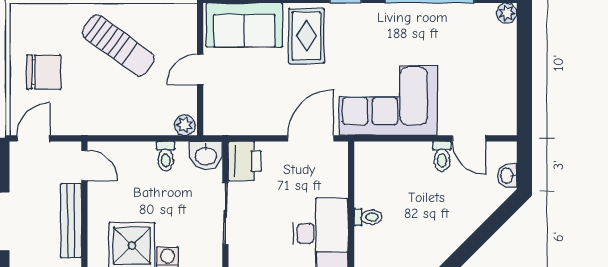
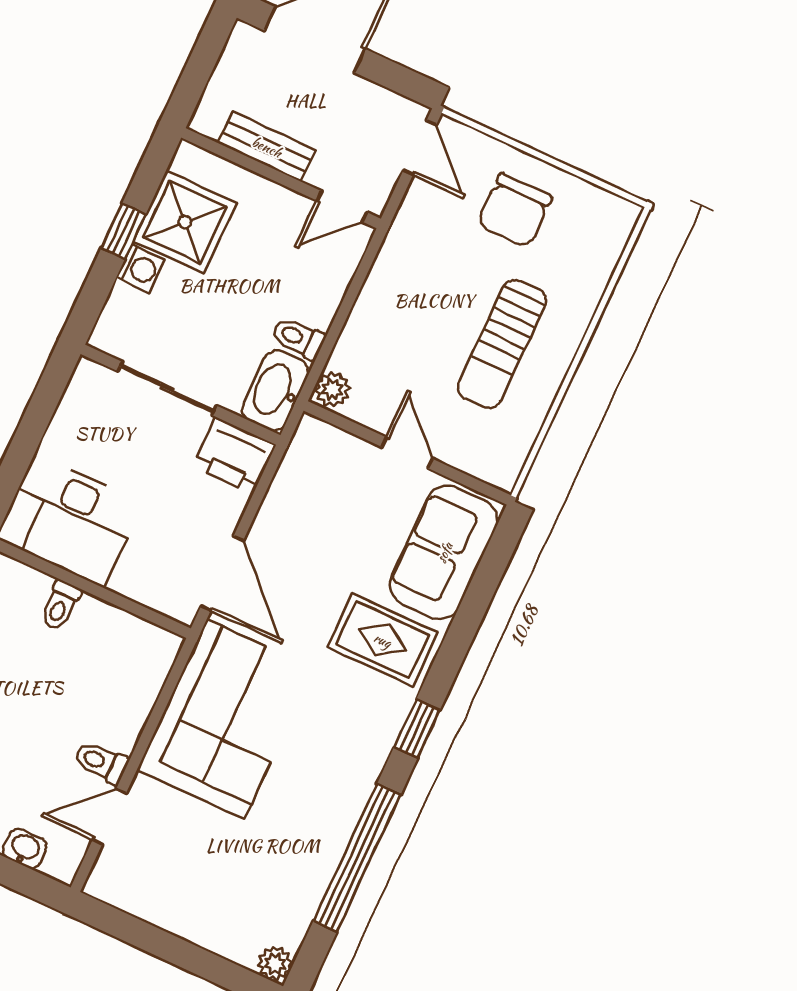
sun lounger: (118, 46) -> (502, 344), turned -36
washbasin: (206, 155) -> (275, 390), width x1.38
bench: (71, 221) -> (267, 147), width x0.73

